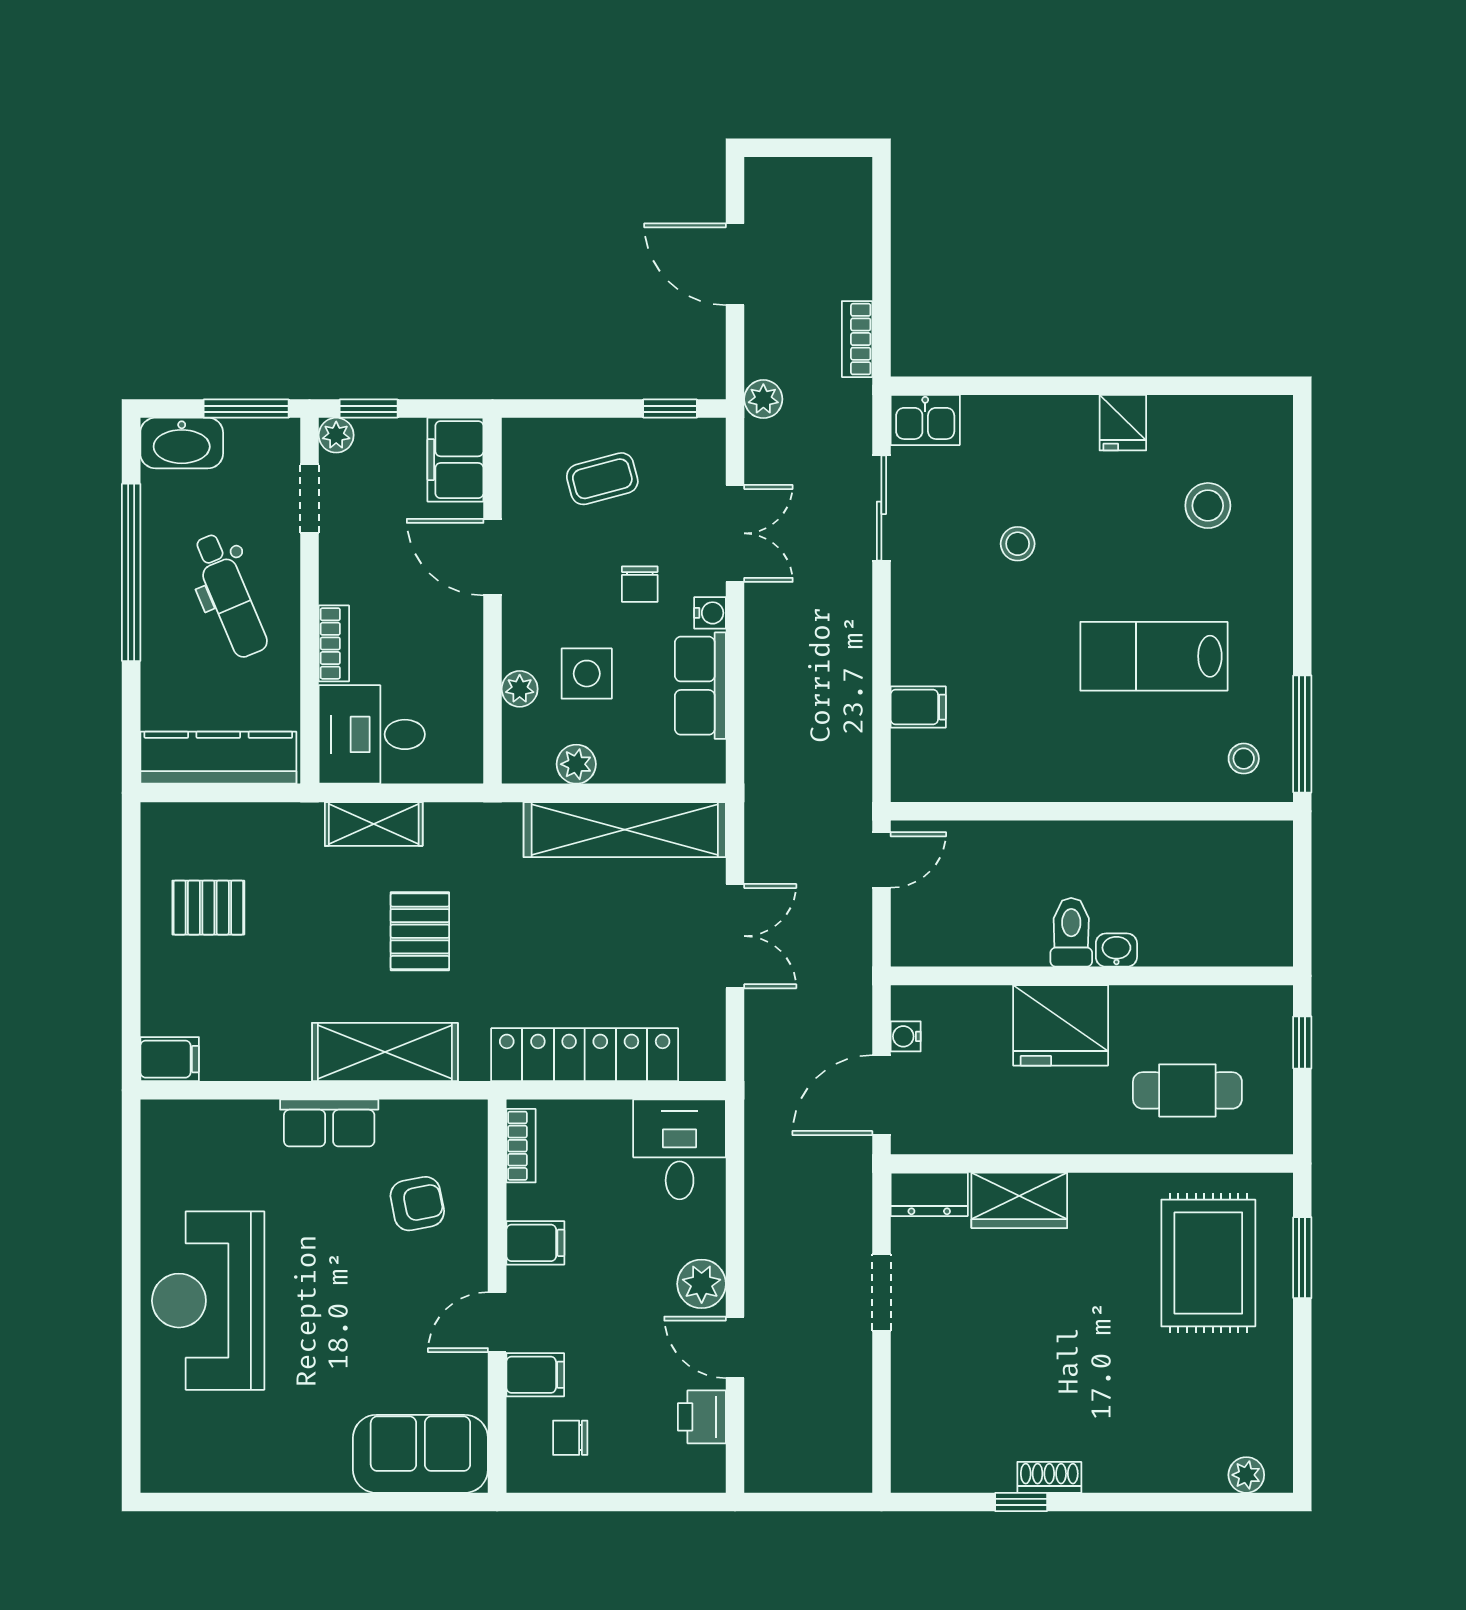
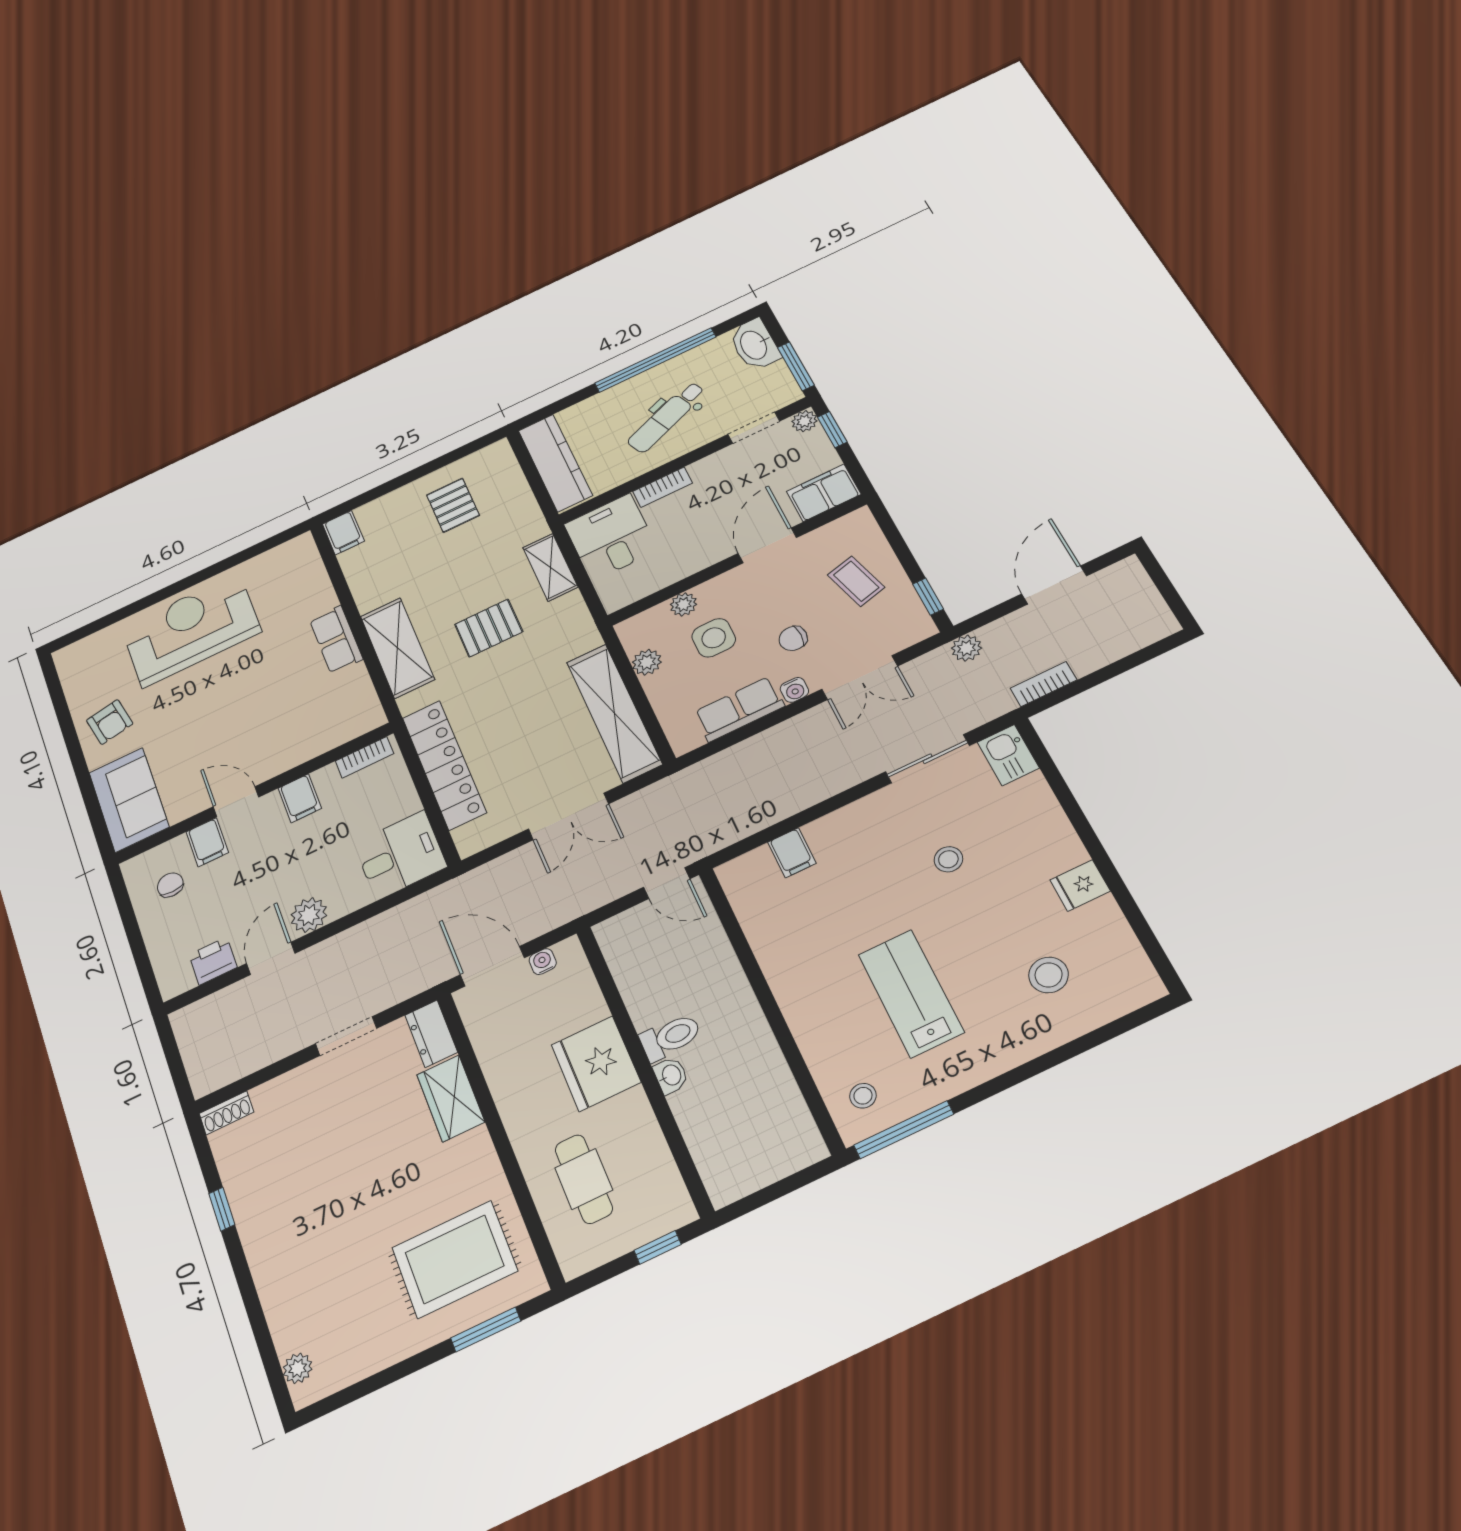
armchair: (417, 1204) -> (110, 722), moved
shoe rack: (1049, 1477) -> (226, 1113), moved, turned 90

